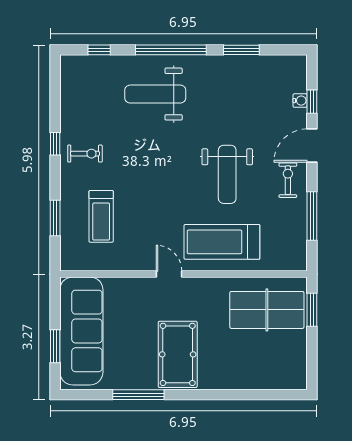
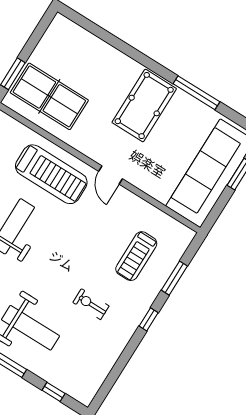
window: (55, 144) -> (149, 319), moved
exercise bike: (85, 154) -> (91, 304), moved
treadmill: (101, 216) -> (136, 256), turned 180

